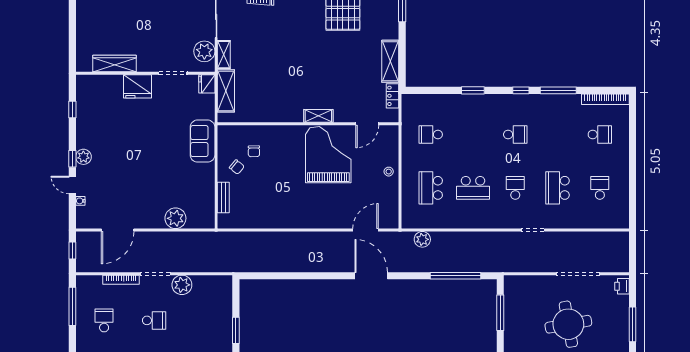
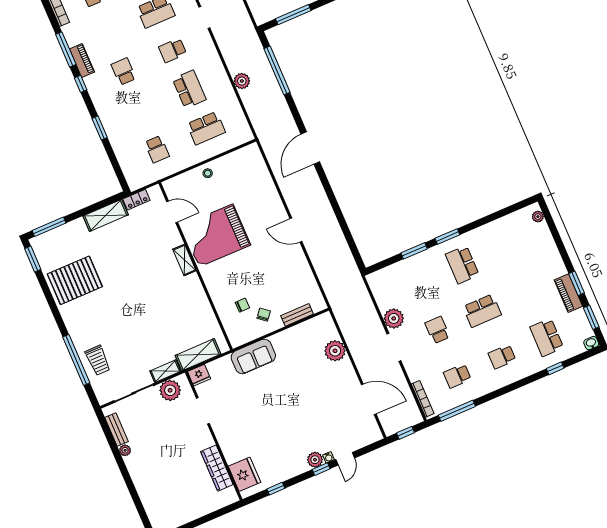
fridge: (138, 86) -> (245, 474), moved
piano: (542, 101) -> (82, 60), added
water cooler: (80, 201) -> (328, 457), moved
door: (366, 230) -> (296, 230), moved
plant: (422, 239) -> (242, 81), moved
bookcase: (121, 280) -> (423, 399), moved

